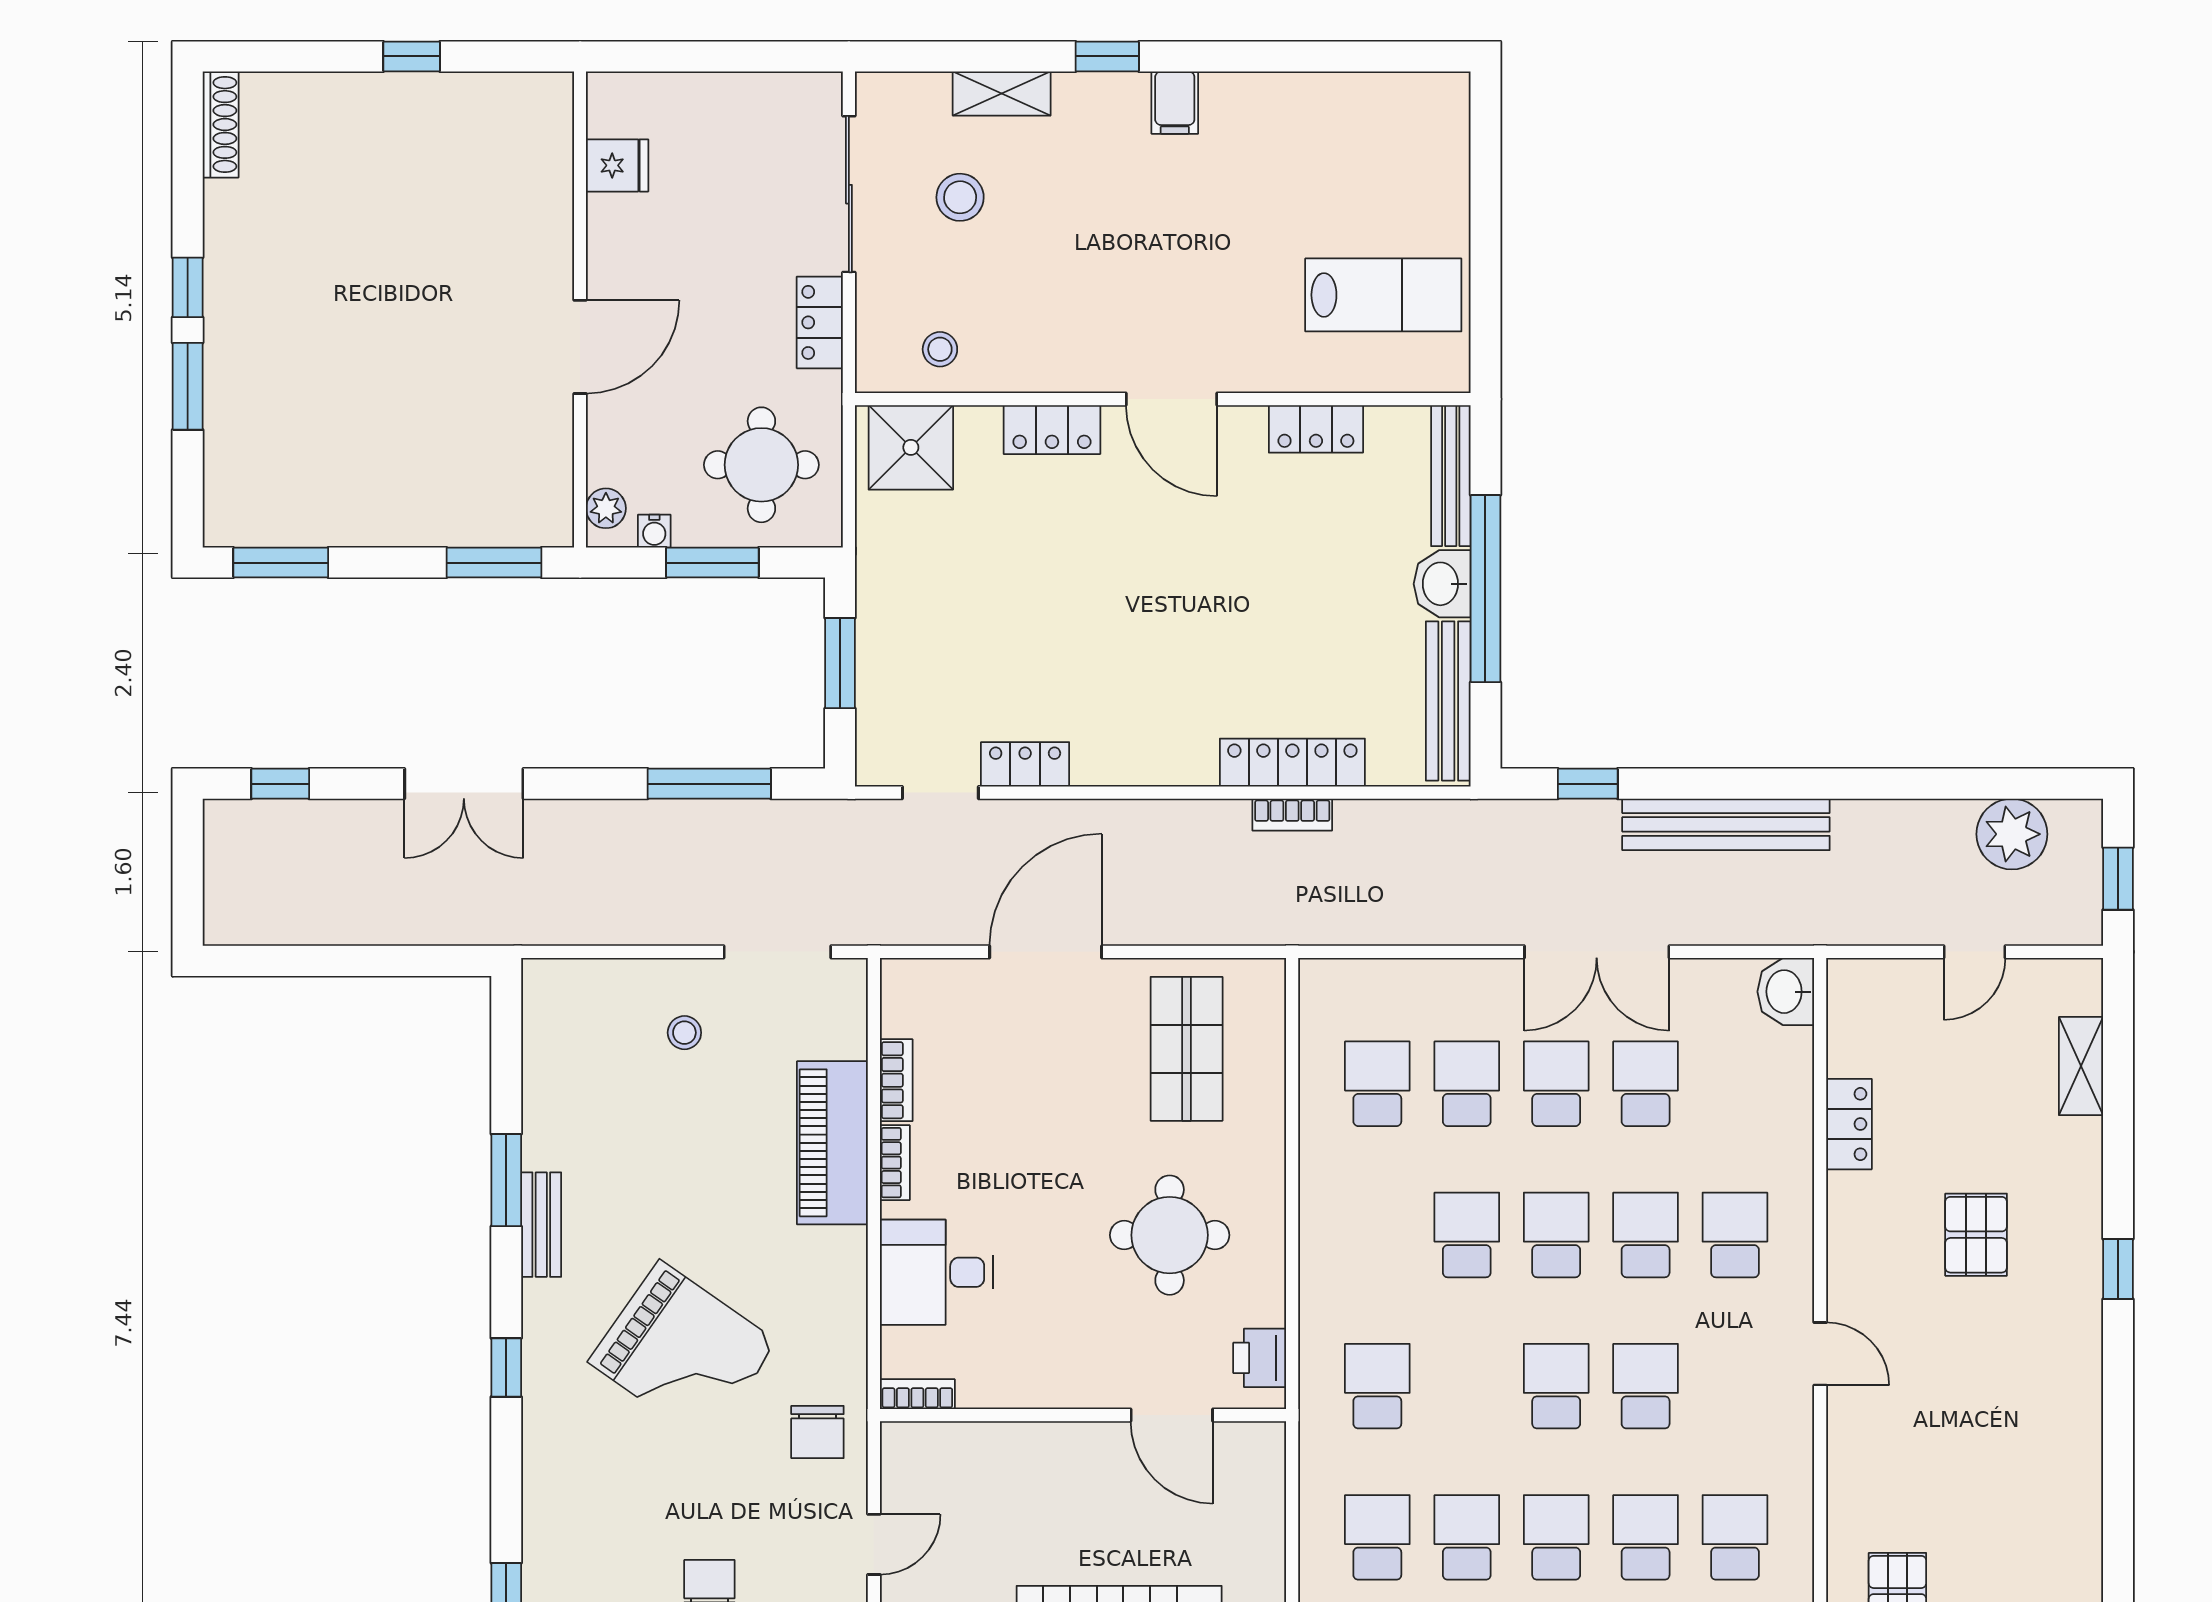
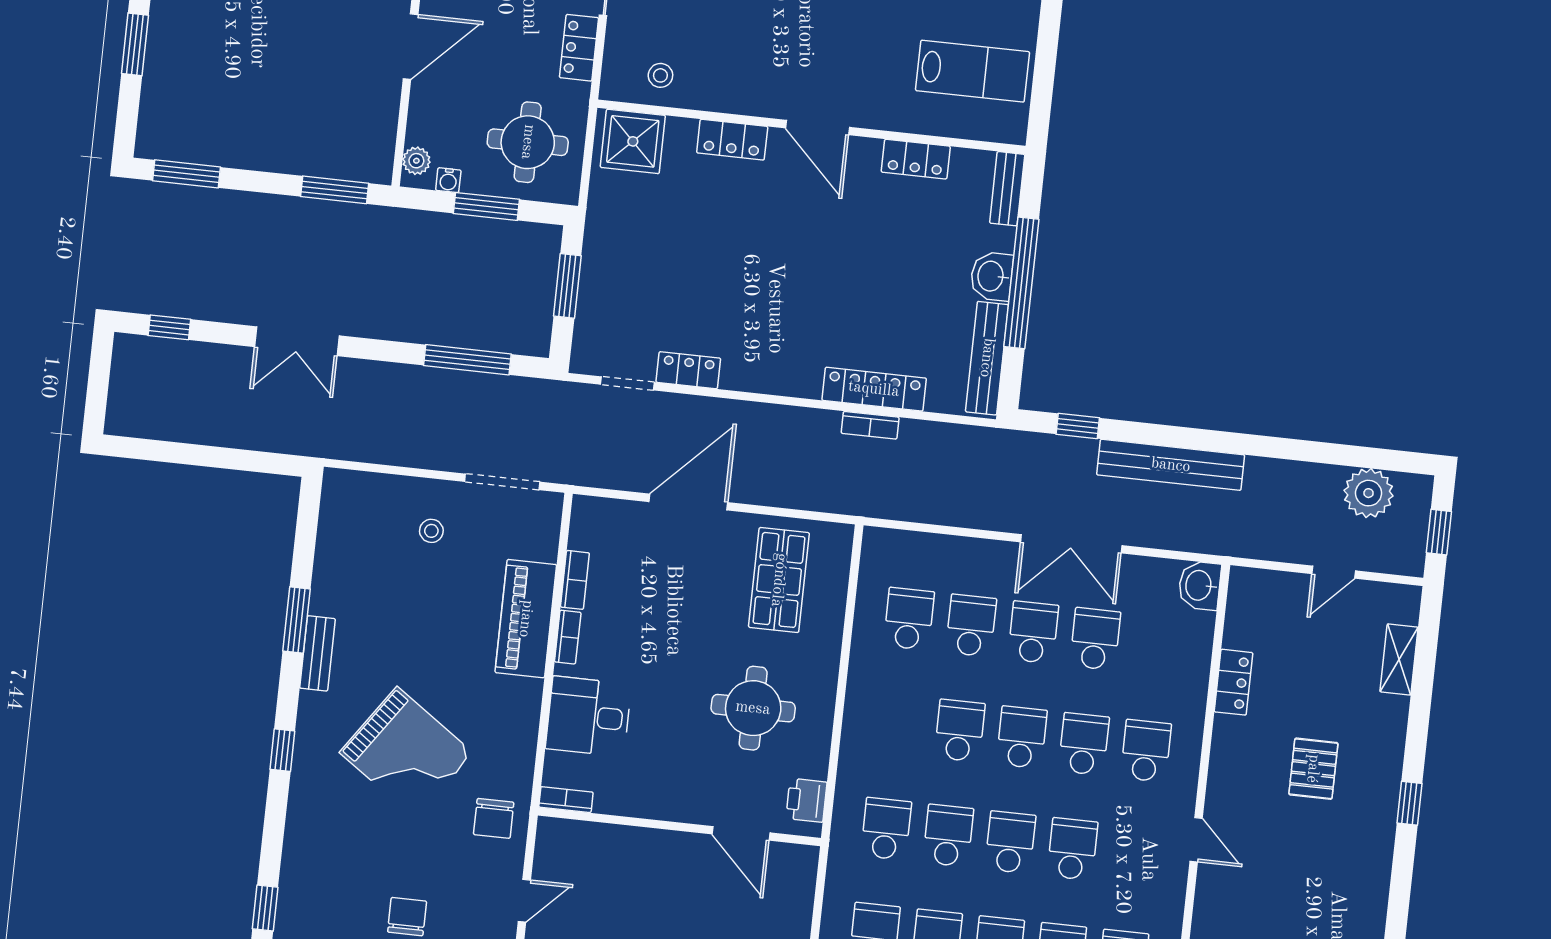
bench: (1451, 476) -> (1007, 189), width x0.73
school desk: (1467, 1386) -> (948, 835), added

